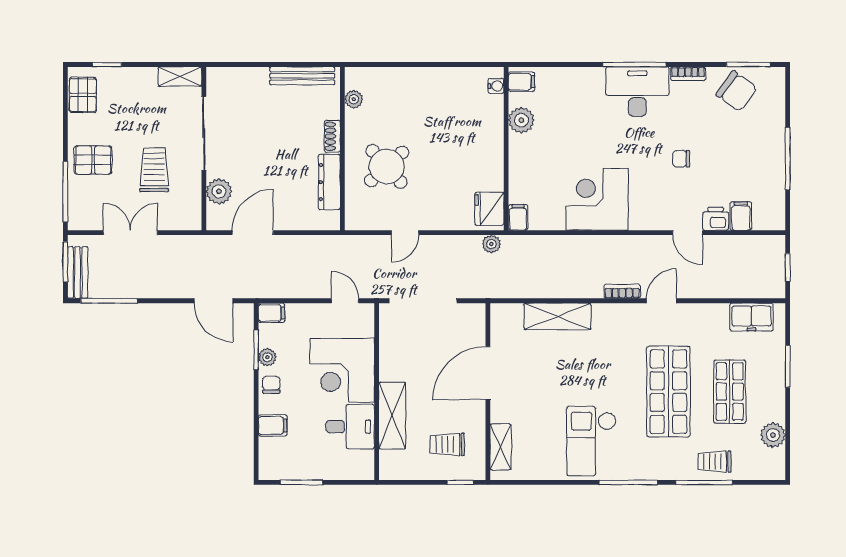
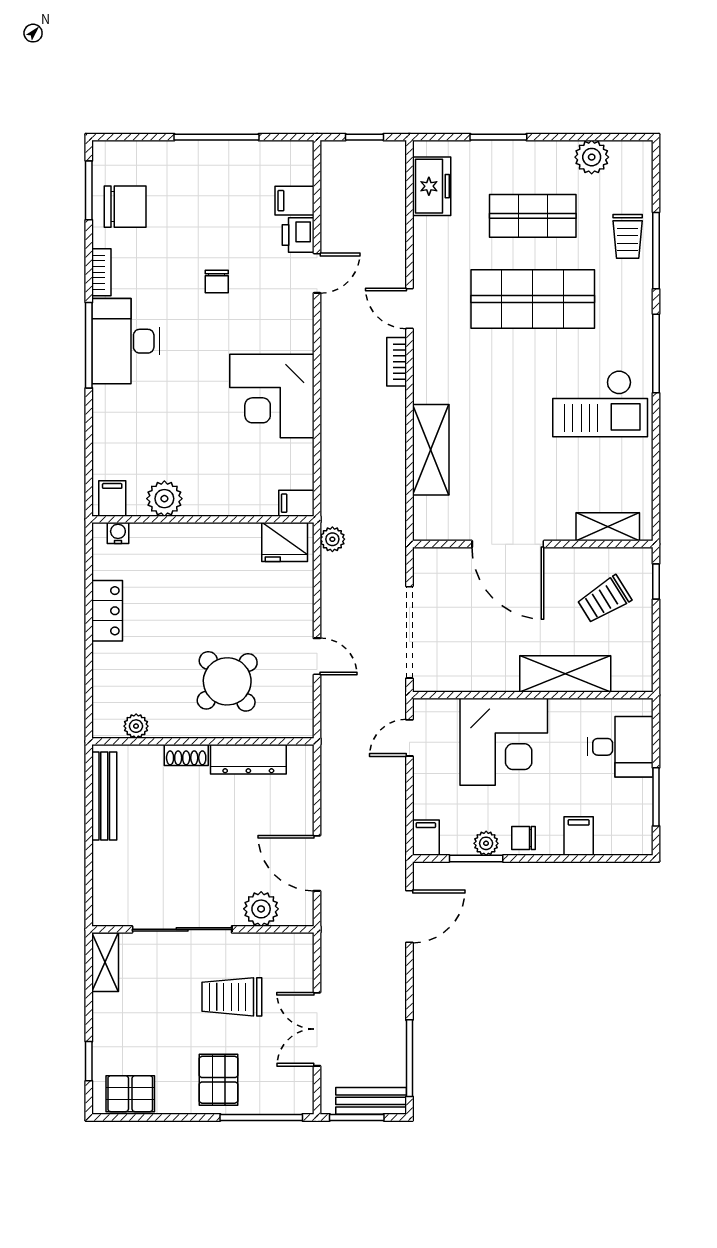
locker: (439, 78) -> (107, 611), added
chair: (737, 91) -> (125, 207), turned 54
desk: (350, 427) -> (620, 747), moved, turned 90
trolley: (447, 444) -> (604, 599), turned 58

